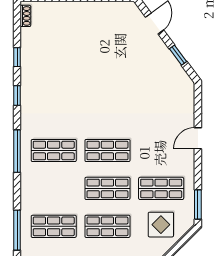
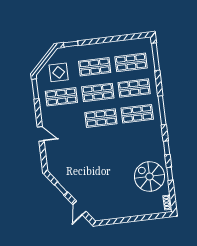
spiral stairs: (47, 57) -> (149, 177), added
door: (198, 138) -> (41, 134), hinge flipped
shop shelf: (54, 188) -> (134, 88), added

